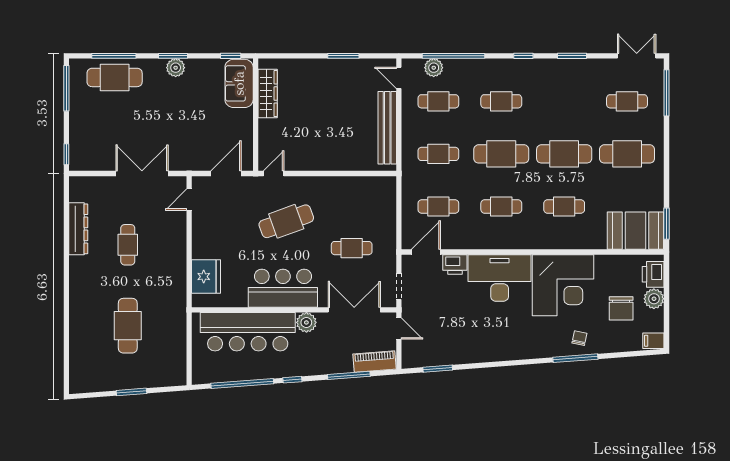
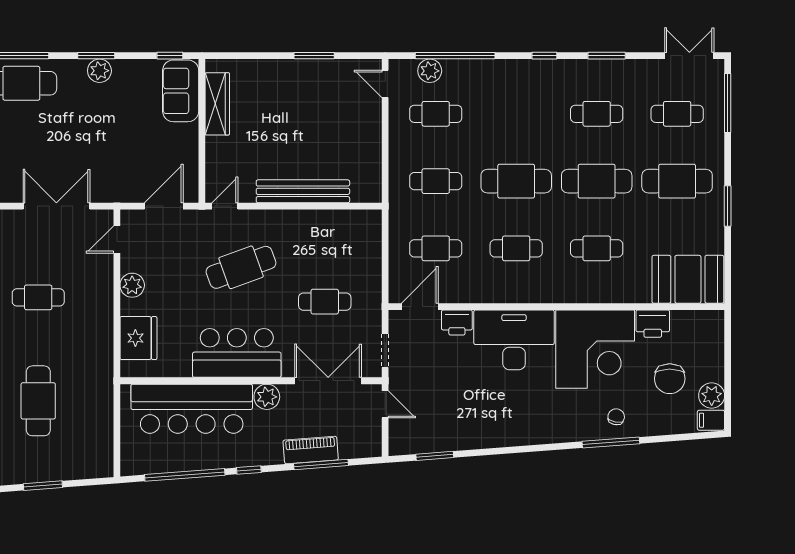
cafe table: (501, 101) -> (597, 114), moved
bench: (387, 128) -> (303, 191), moved, turned 90
window: (667, 224) -> (728, 206), moved
plant: (201, 235) -> (132, 285), added
cafe table: (128, 245) -> (38, 297), turned 90
printer: (653, 274) -> (653, 324), moved, turned -90
plant: (654, 299) -> (712, 396), moved
piano: (375, 362) -> (311, 450), moved

